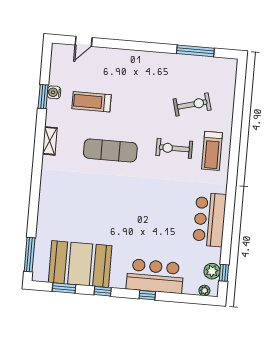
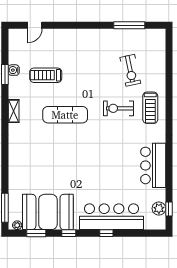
exercise bike: (192, 104) -> (130, 70), turned 93
bar counter: (155, 276) -> (111, 217), width x1.36
plant: (204, 291) -> (17, 225), moved

